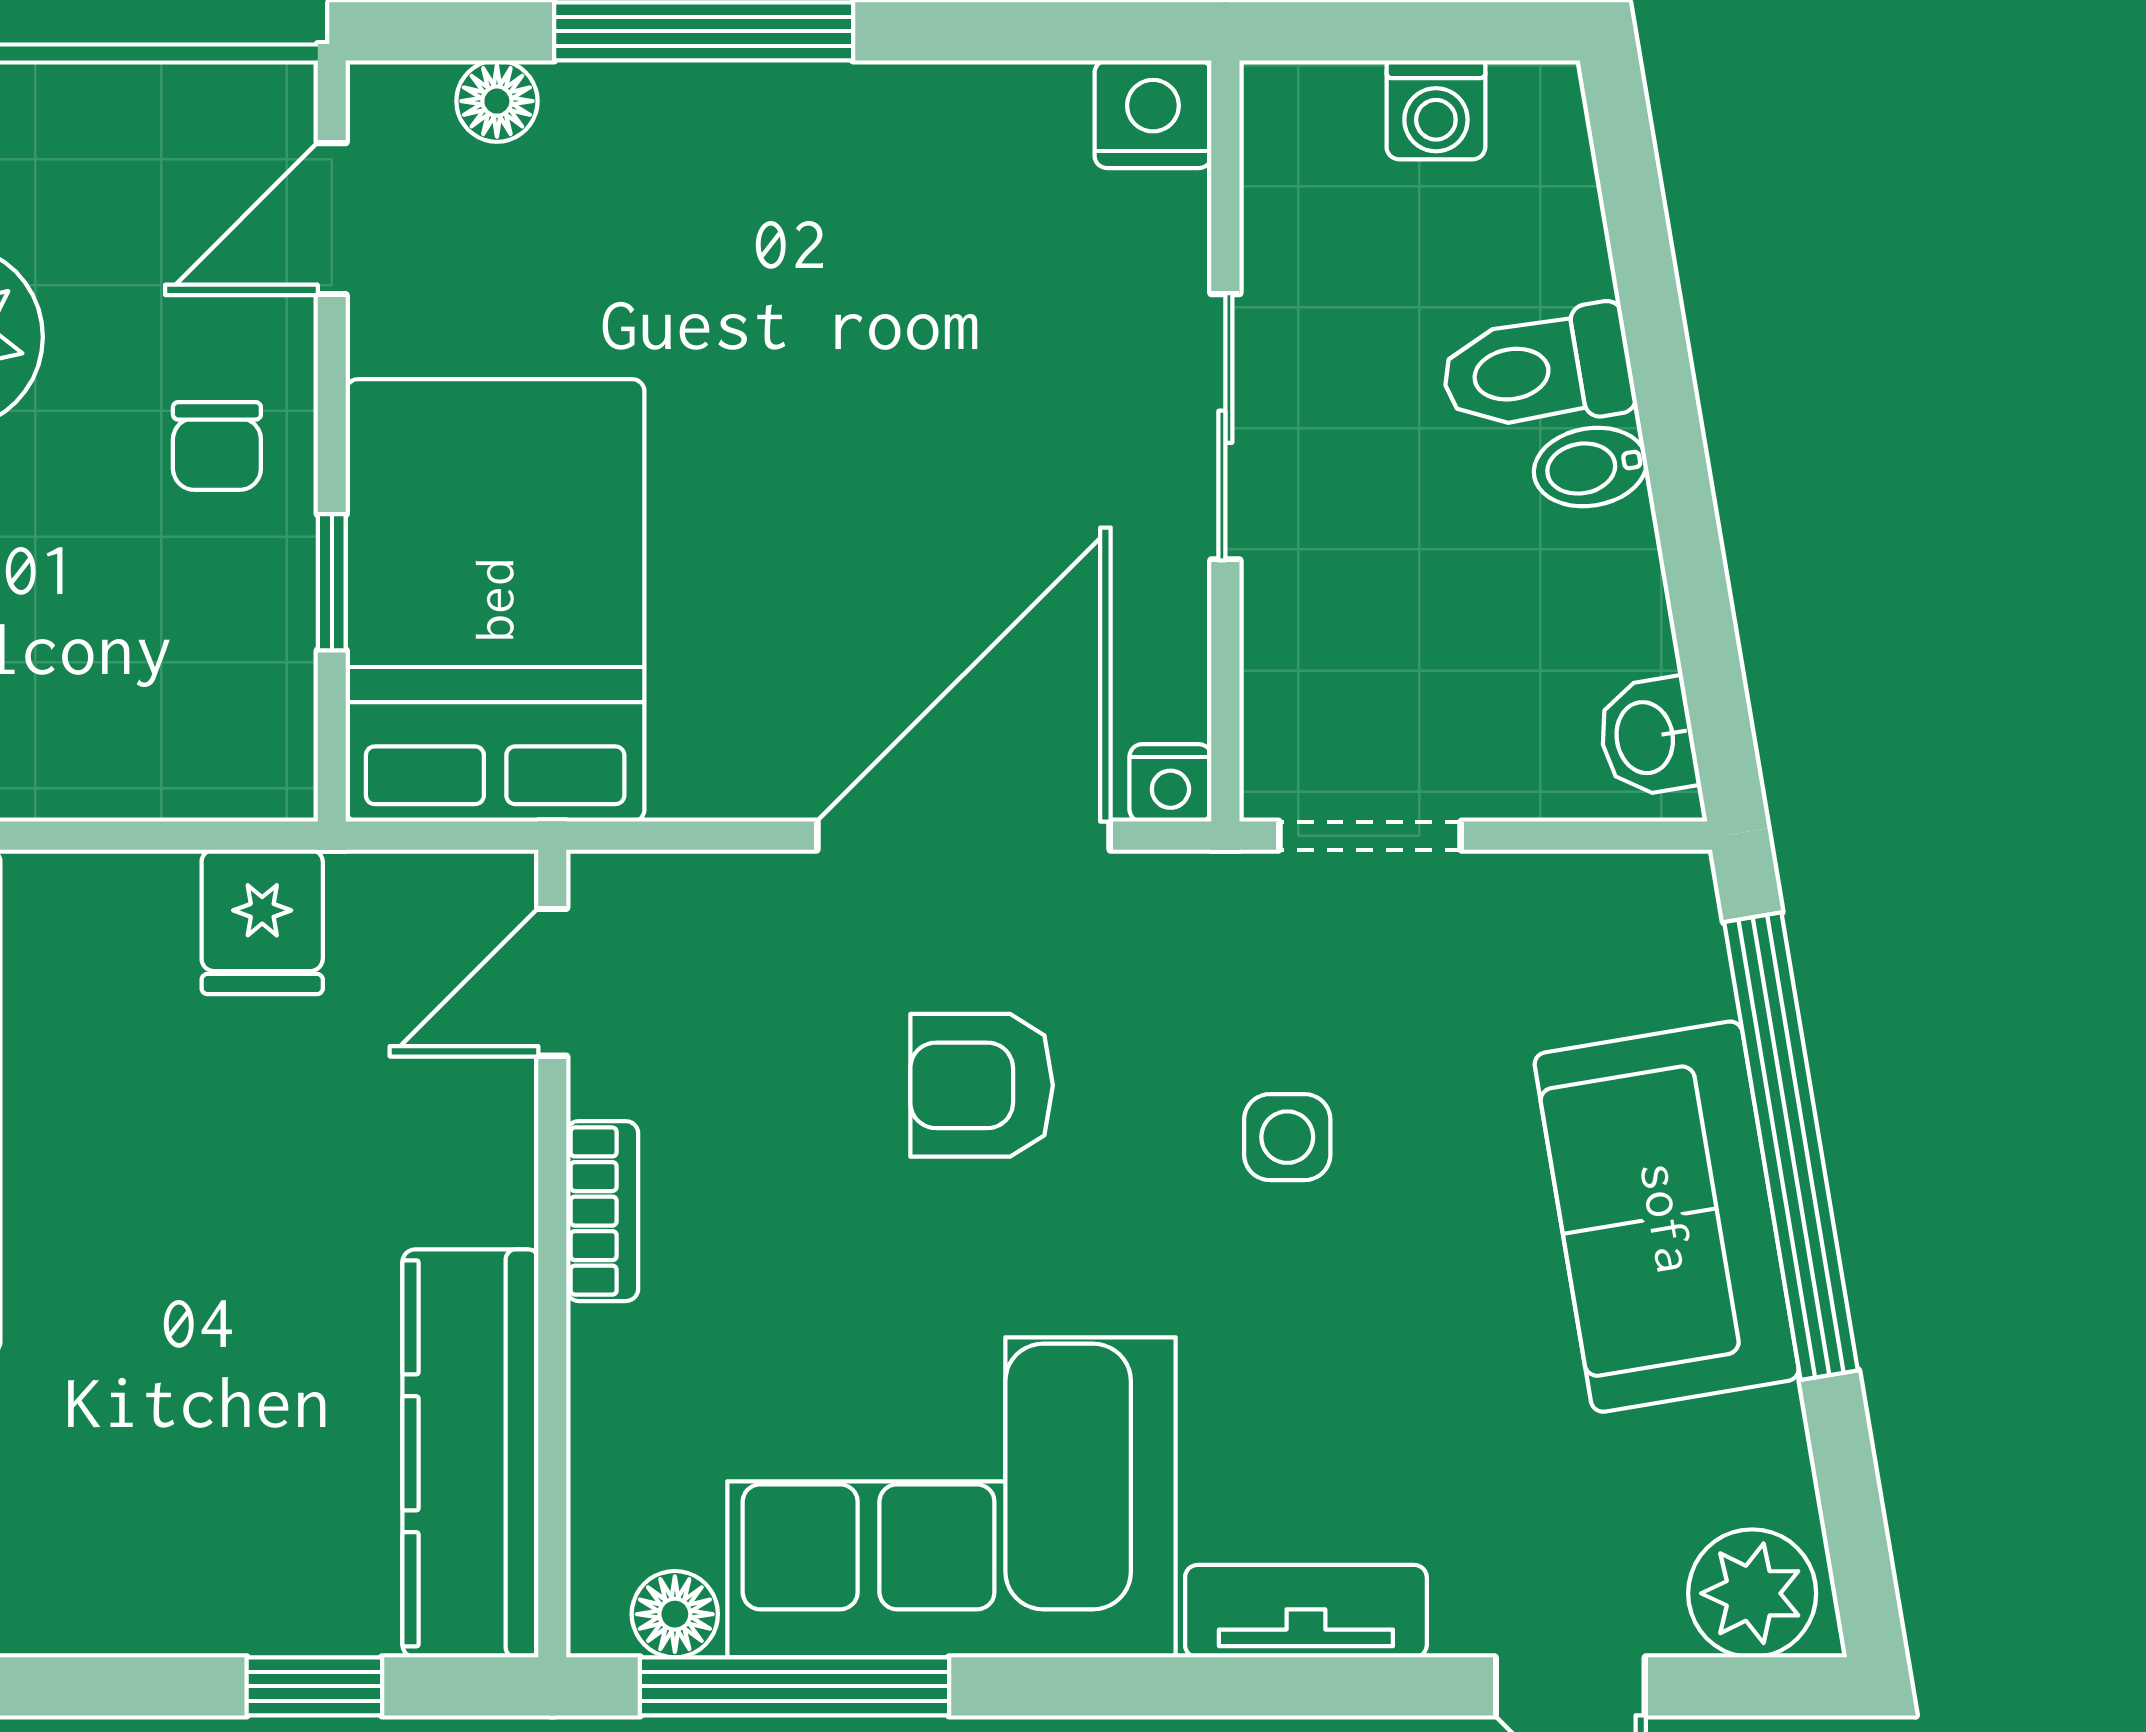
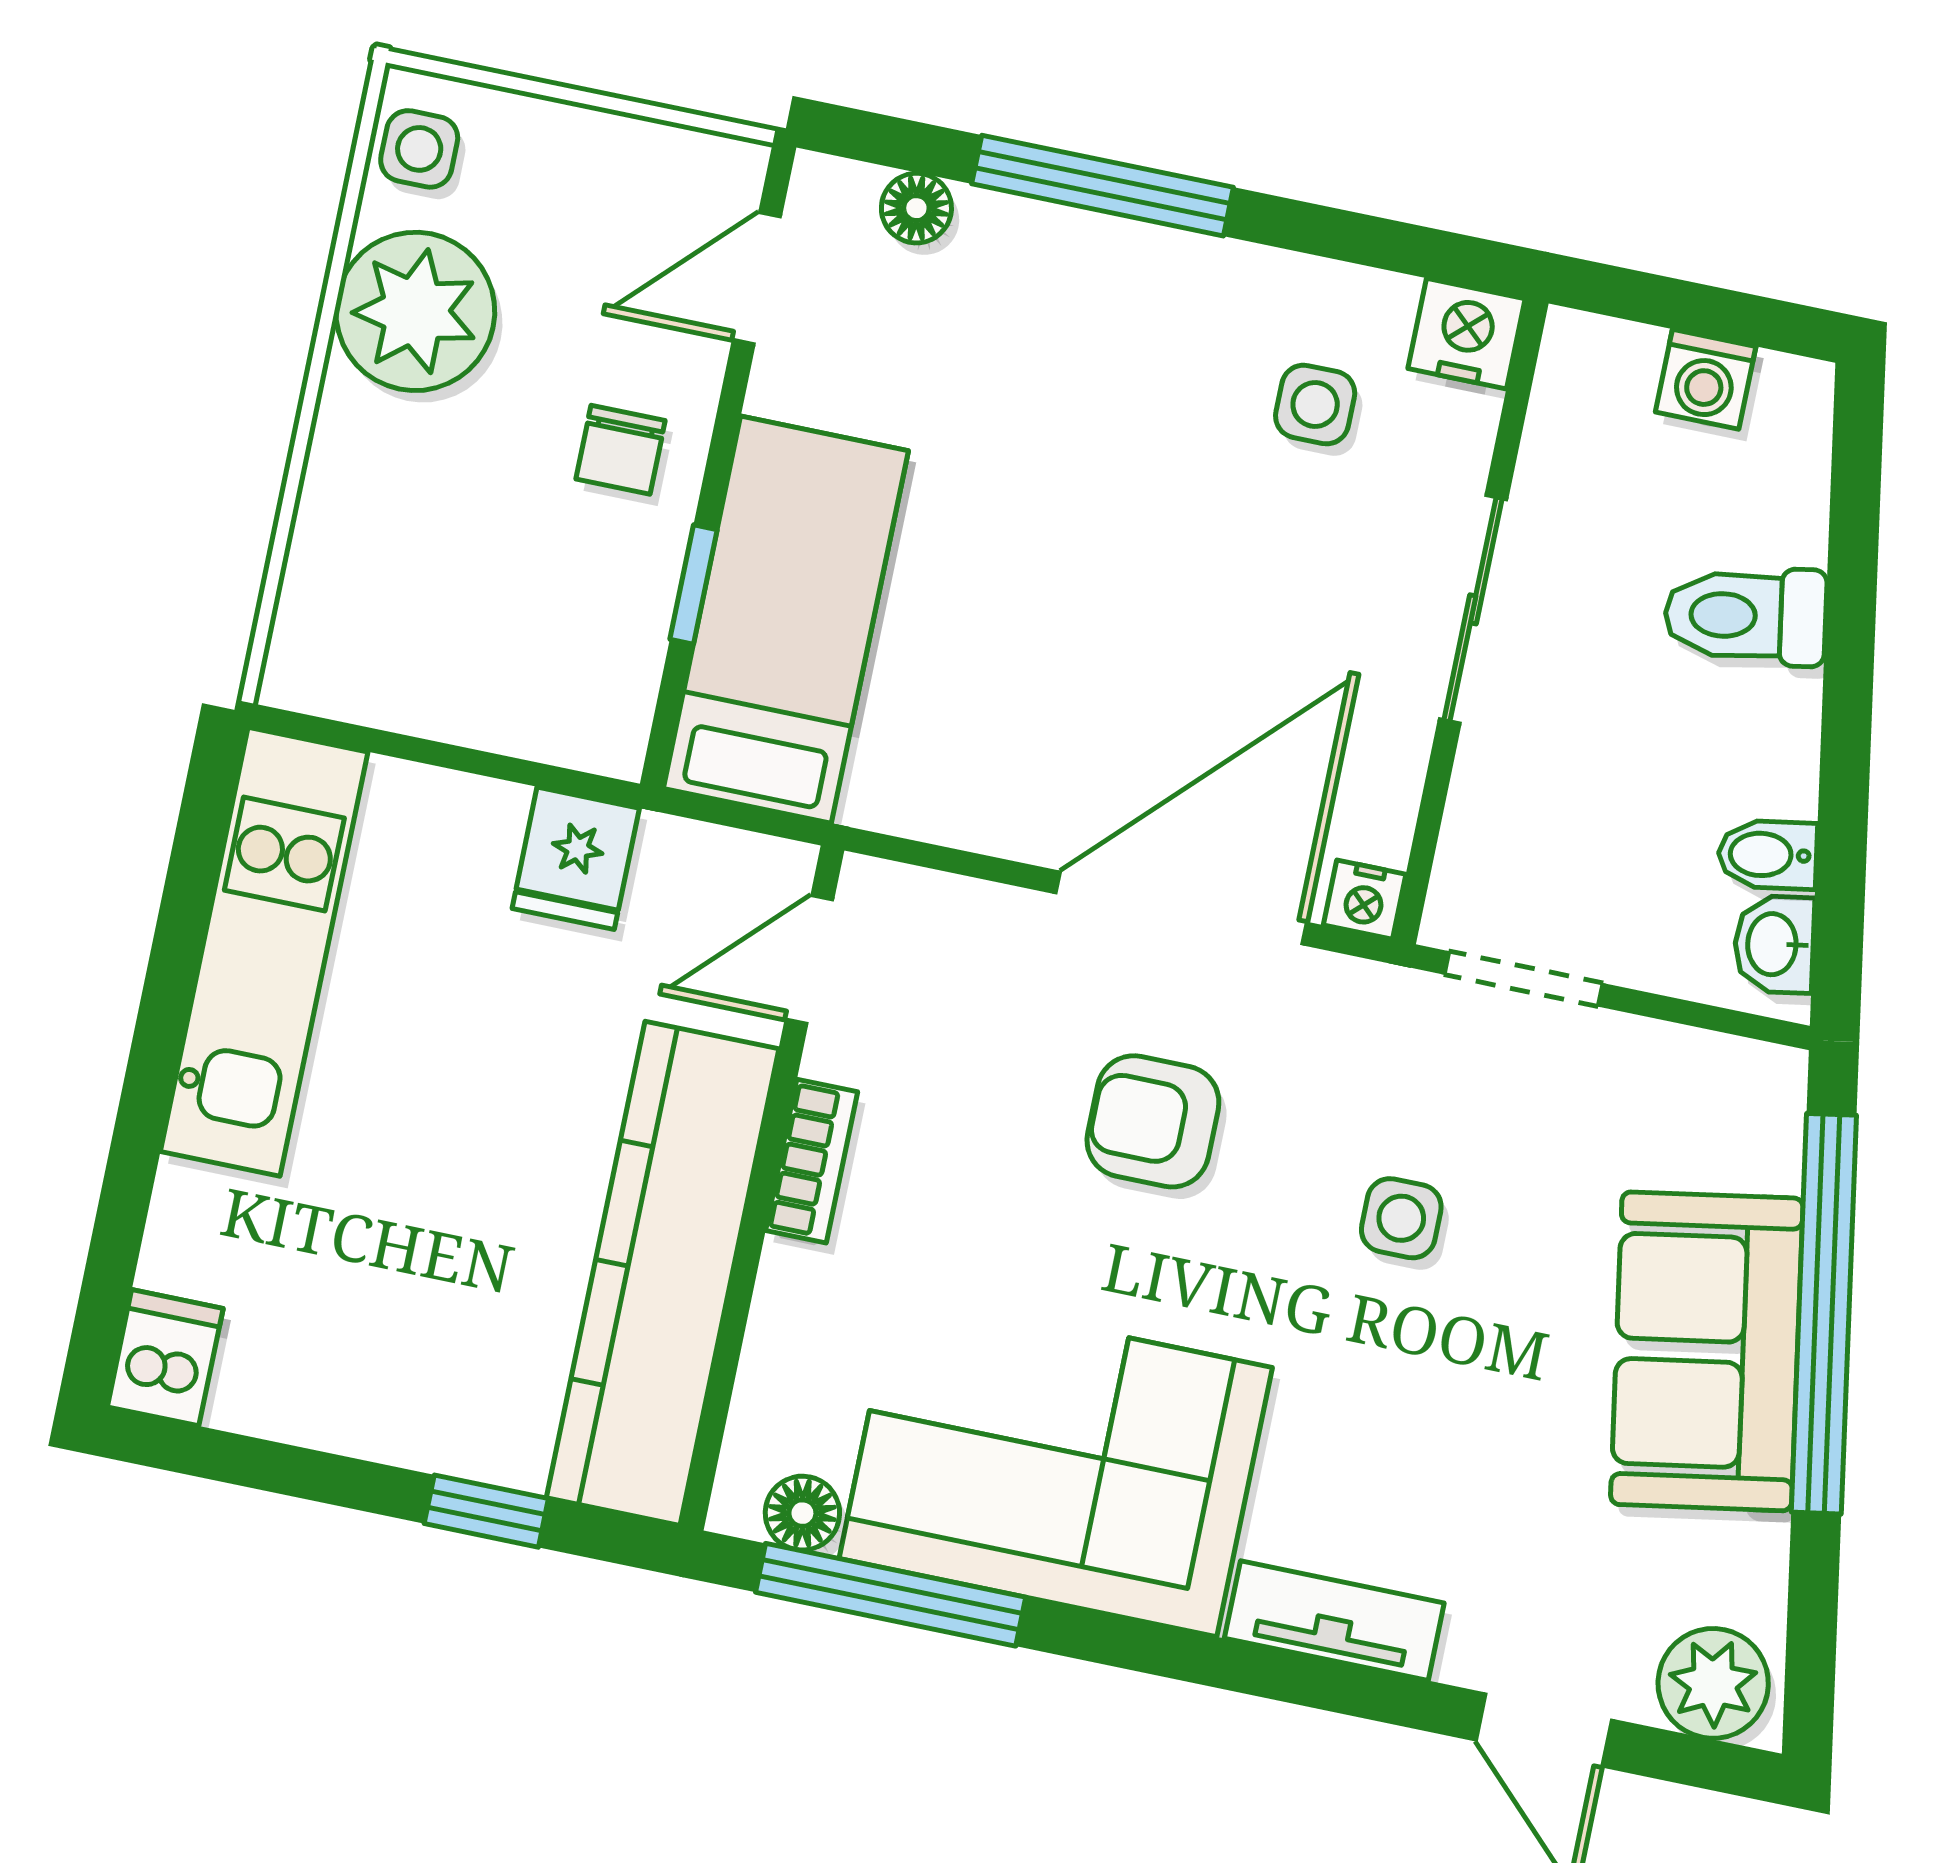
side table: (997, 231) -> (1315, 405), added
bidet: (1590, 467) -> (1768, 855), moved
bed: (495, 600) -> (786, 620), width x0.67
kitchen counter: (470, 1453) -> (663, 1273), width x1.39, depth x1.17

